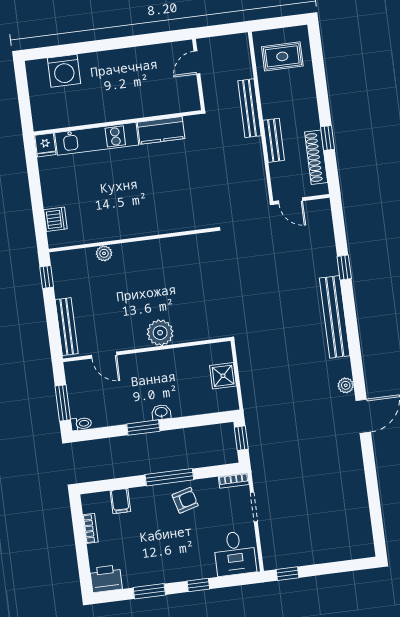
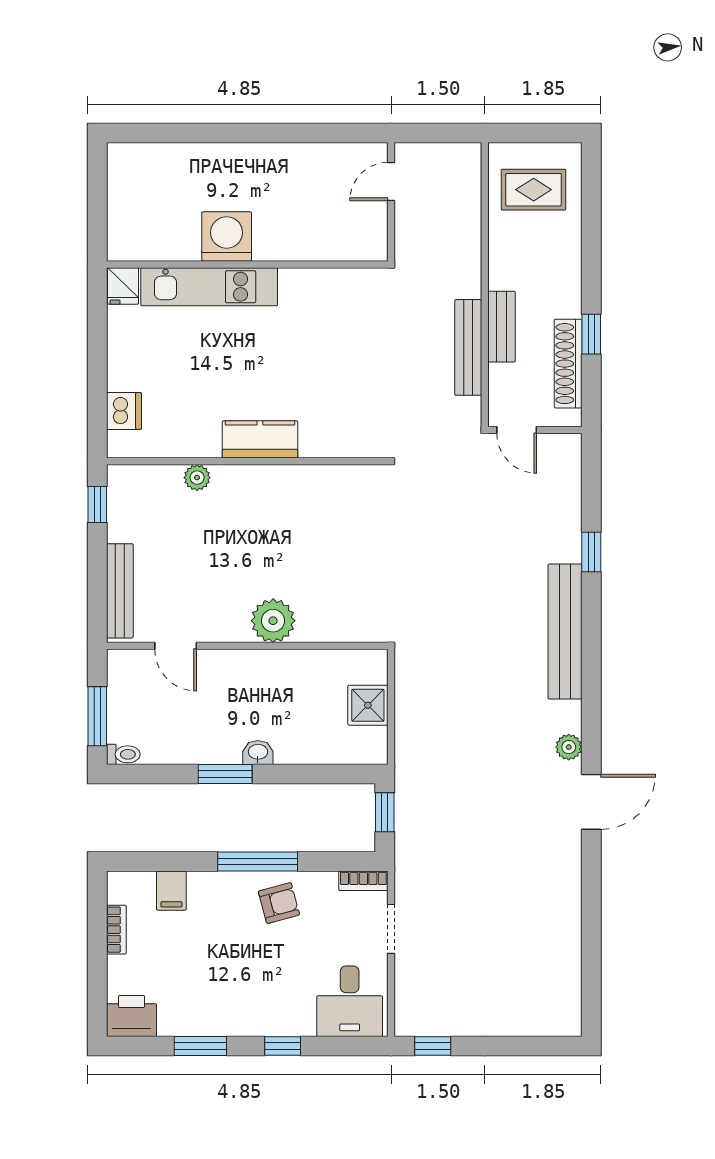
washing machine: (64, 71) -> (227, 236), moved, turned 180
bench: (249, 108) -> (468, 347), moved
kitchen counter: (161, 130) -> (260, 439), moved, turned 180

